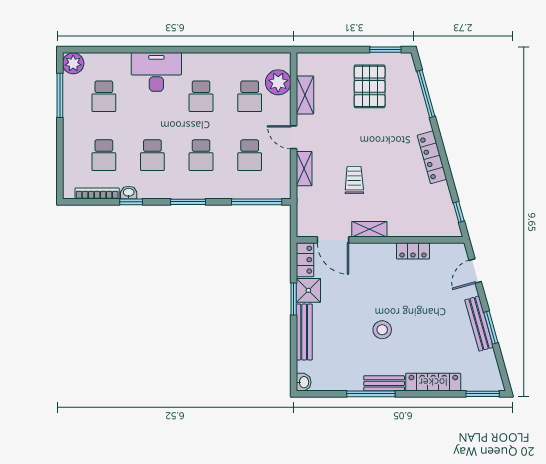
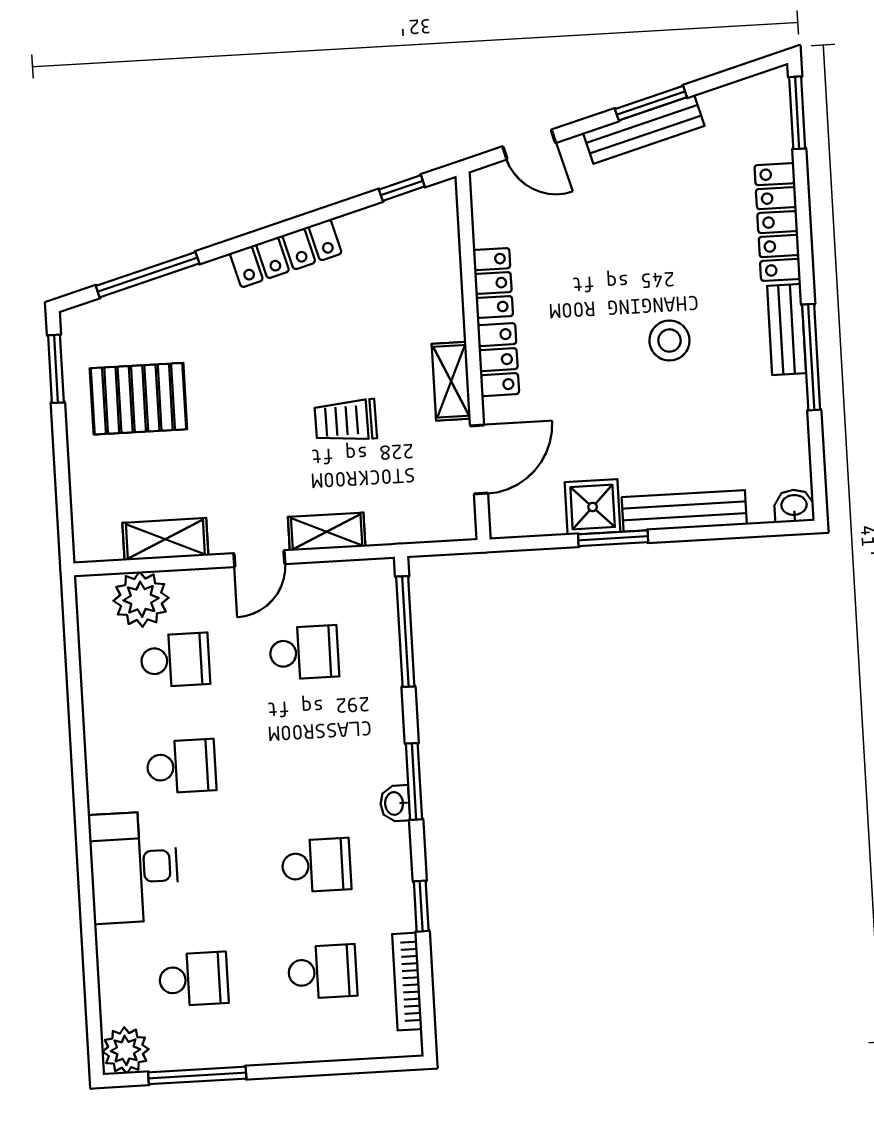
school desk: (201, 155) -> (310, 759), removed
washbasin: (129, 193) -> (395, 803), moved
locker: (305, 260) -> (498, 360), moved, turned 90

